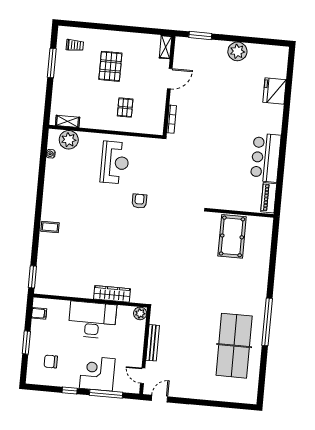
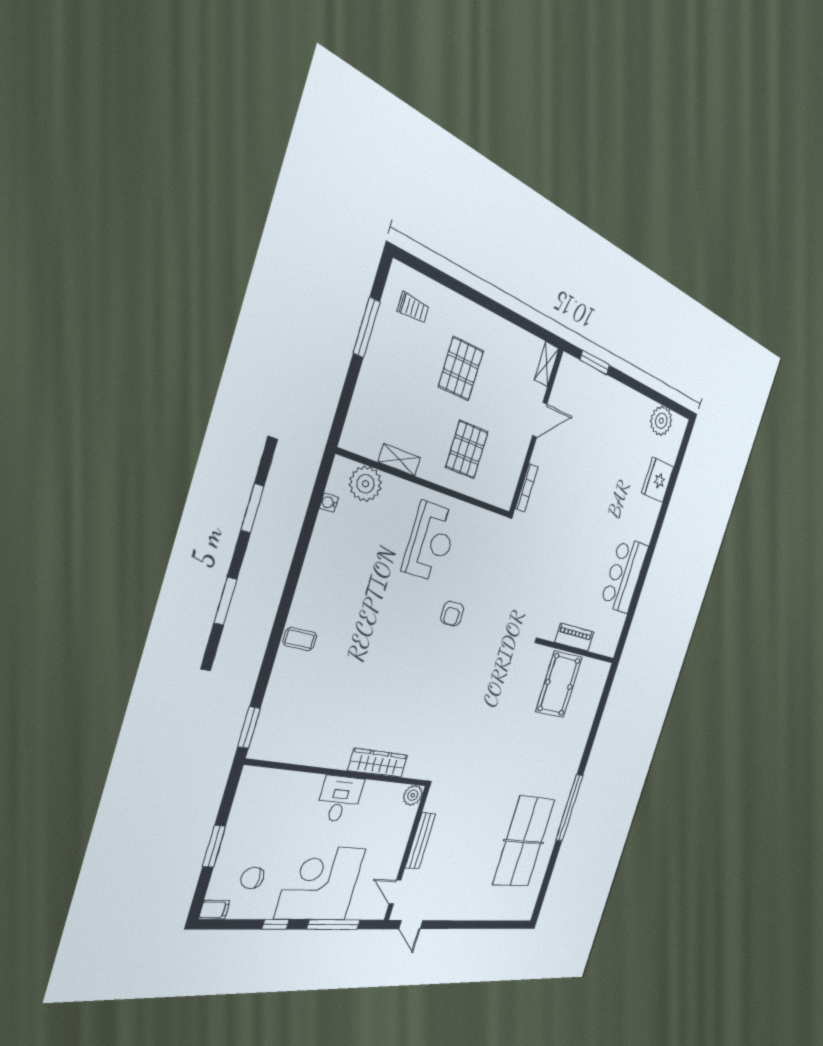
plant: (237, 51) -> (661, 421), moved
pallet: (125, 108) -> (467, 450), width x1.50, depth x1.42
shelving: (68, 121) -> (399, 460), moved
piano: (269, 198) -> (574, 637), moved, turned 90
armchair: (139, 201) -> (452, 614), turned 180
filing cabinet: (39, 313) -> (214, 910), moved
desk: (92, 320) -> (340, 799), width x0.53, depth x0.77
corner desk: (97, 373) -> (321, 883), width x1.36, depth x1.36
door: (159, 399) -> (411, 925), swing flipped

